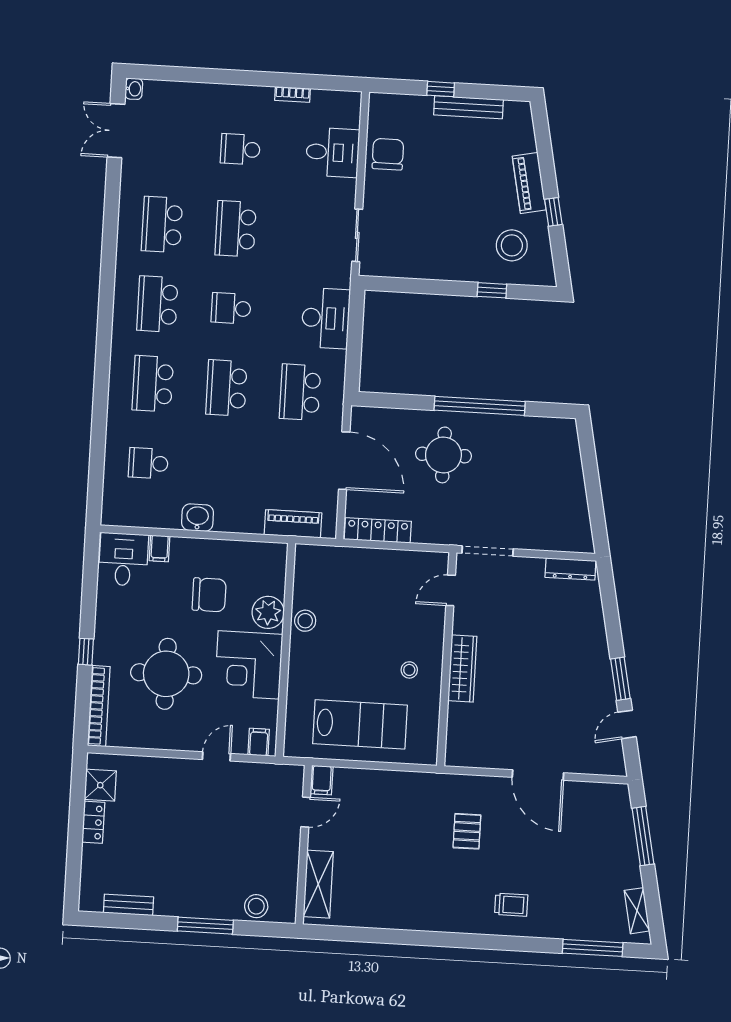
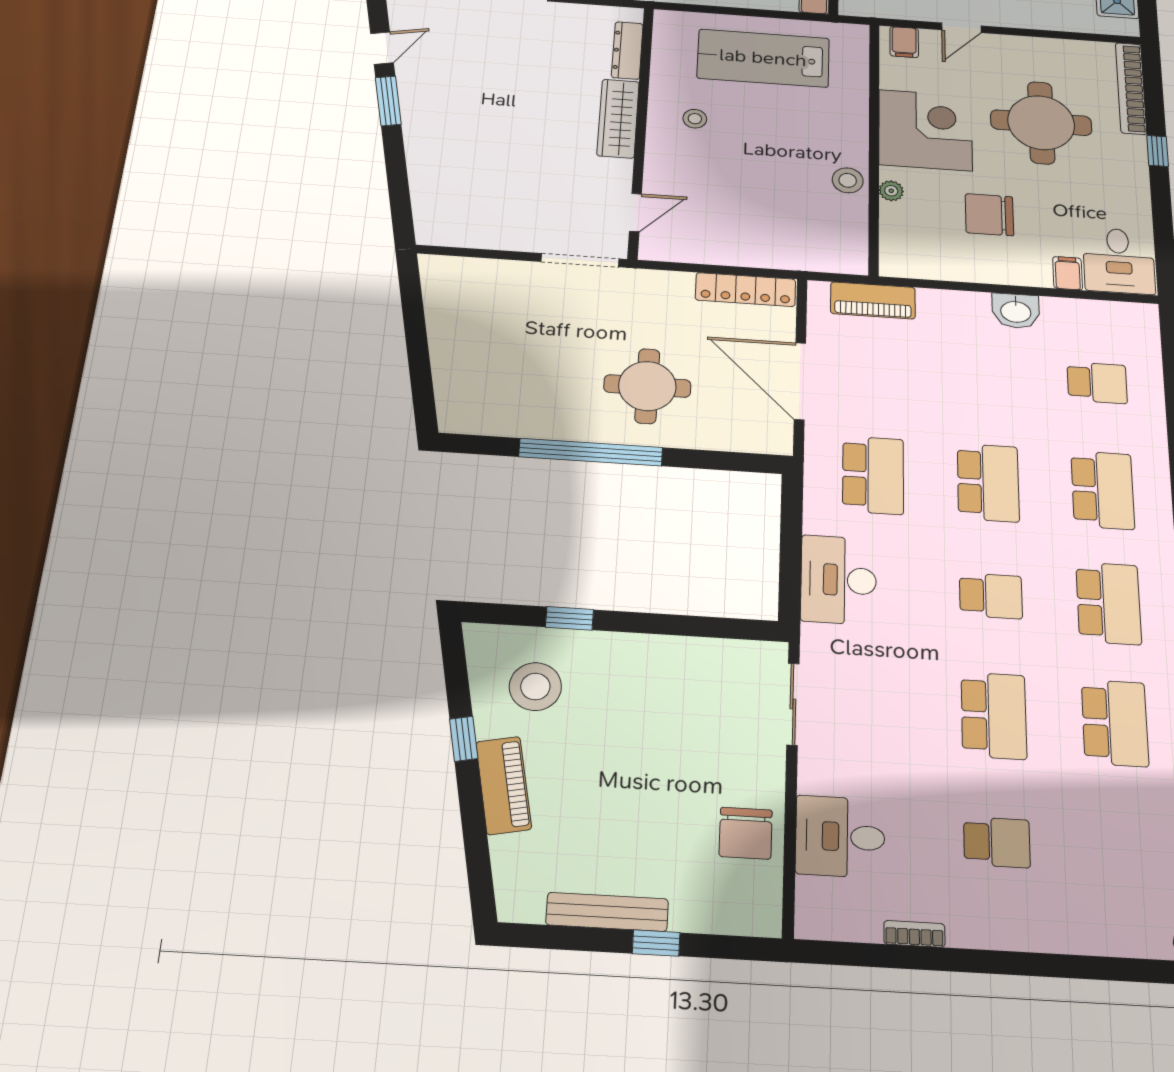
dresser: (570, 569) -> (627, 50), moved, turned -90
plant: (268, 612) -> (891, 191), width x0.53, depth x0.53

